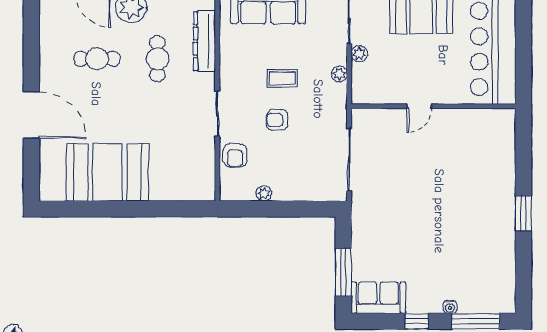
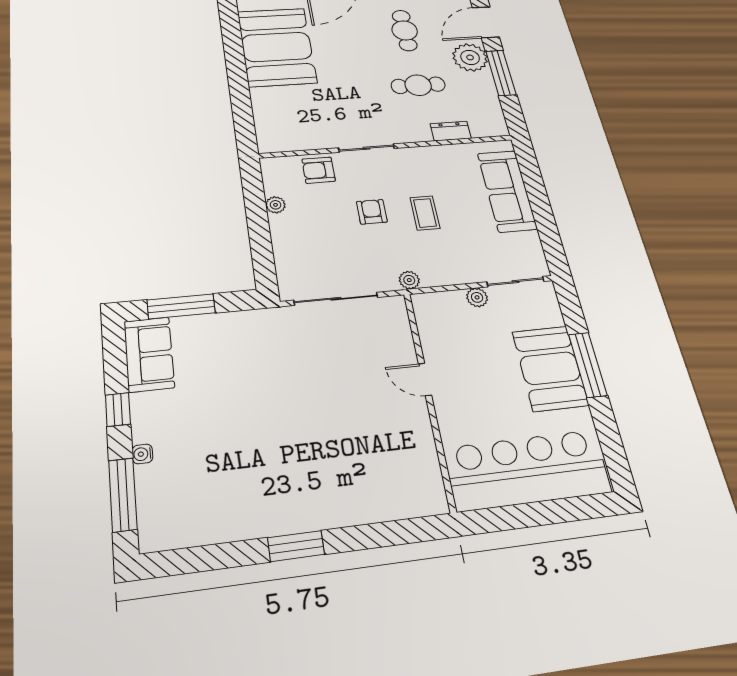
dresser: (204, 41) -> (451, 131), width x0.51, depth x0.80
plant: (339, 74) -> (409, 280), moved

